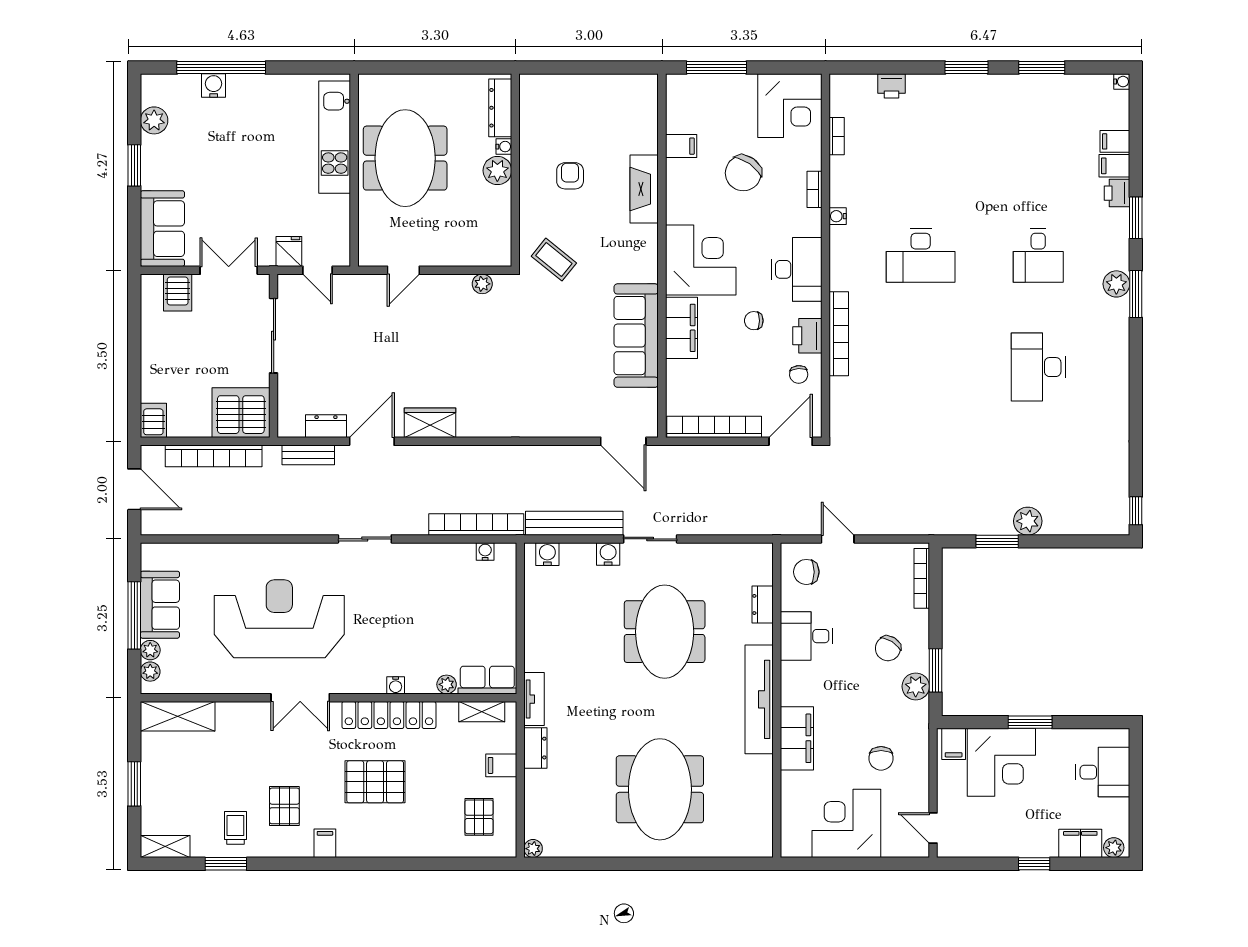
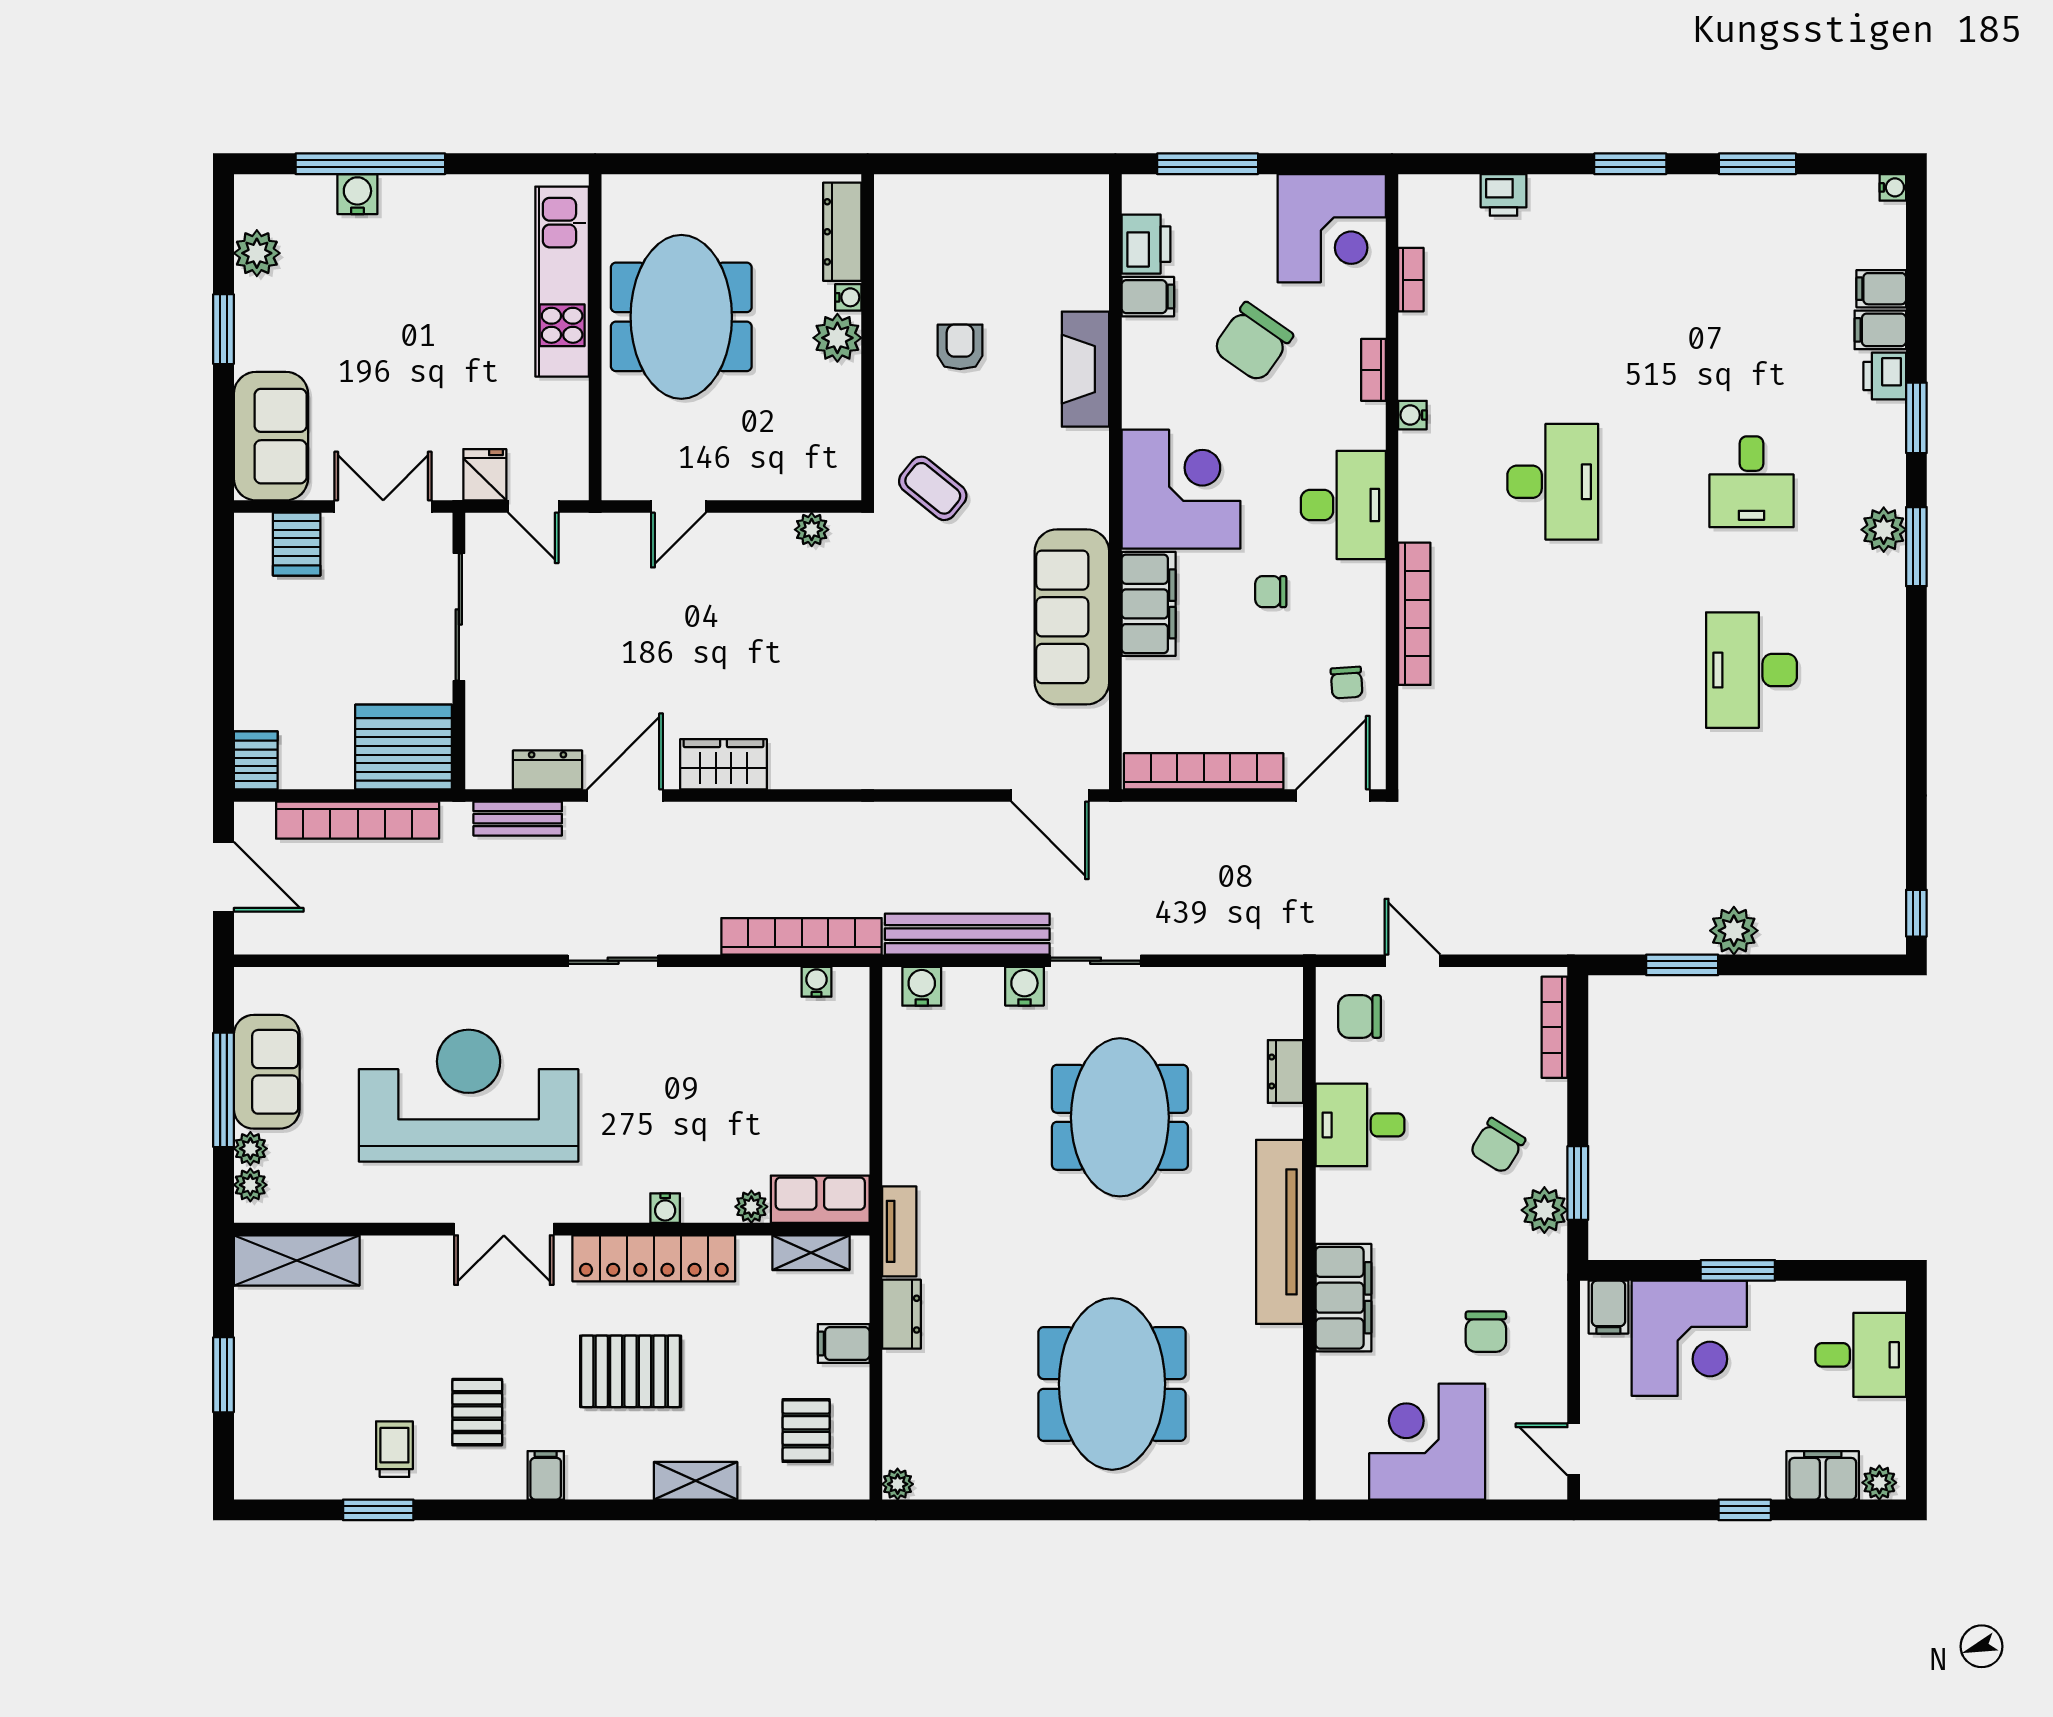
desk: (921, 256) -> (1553, 482), turned -90
printer: (807, 336) -> (1146, 244), moved, turned 180
shelving: (165, 847) -> (696, 1481), moved

